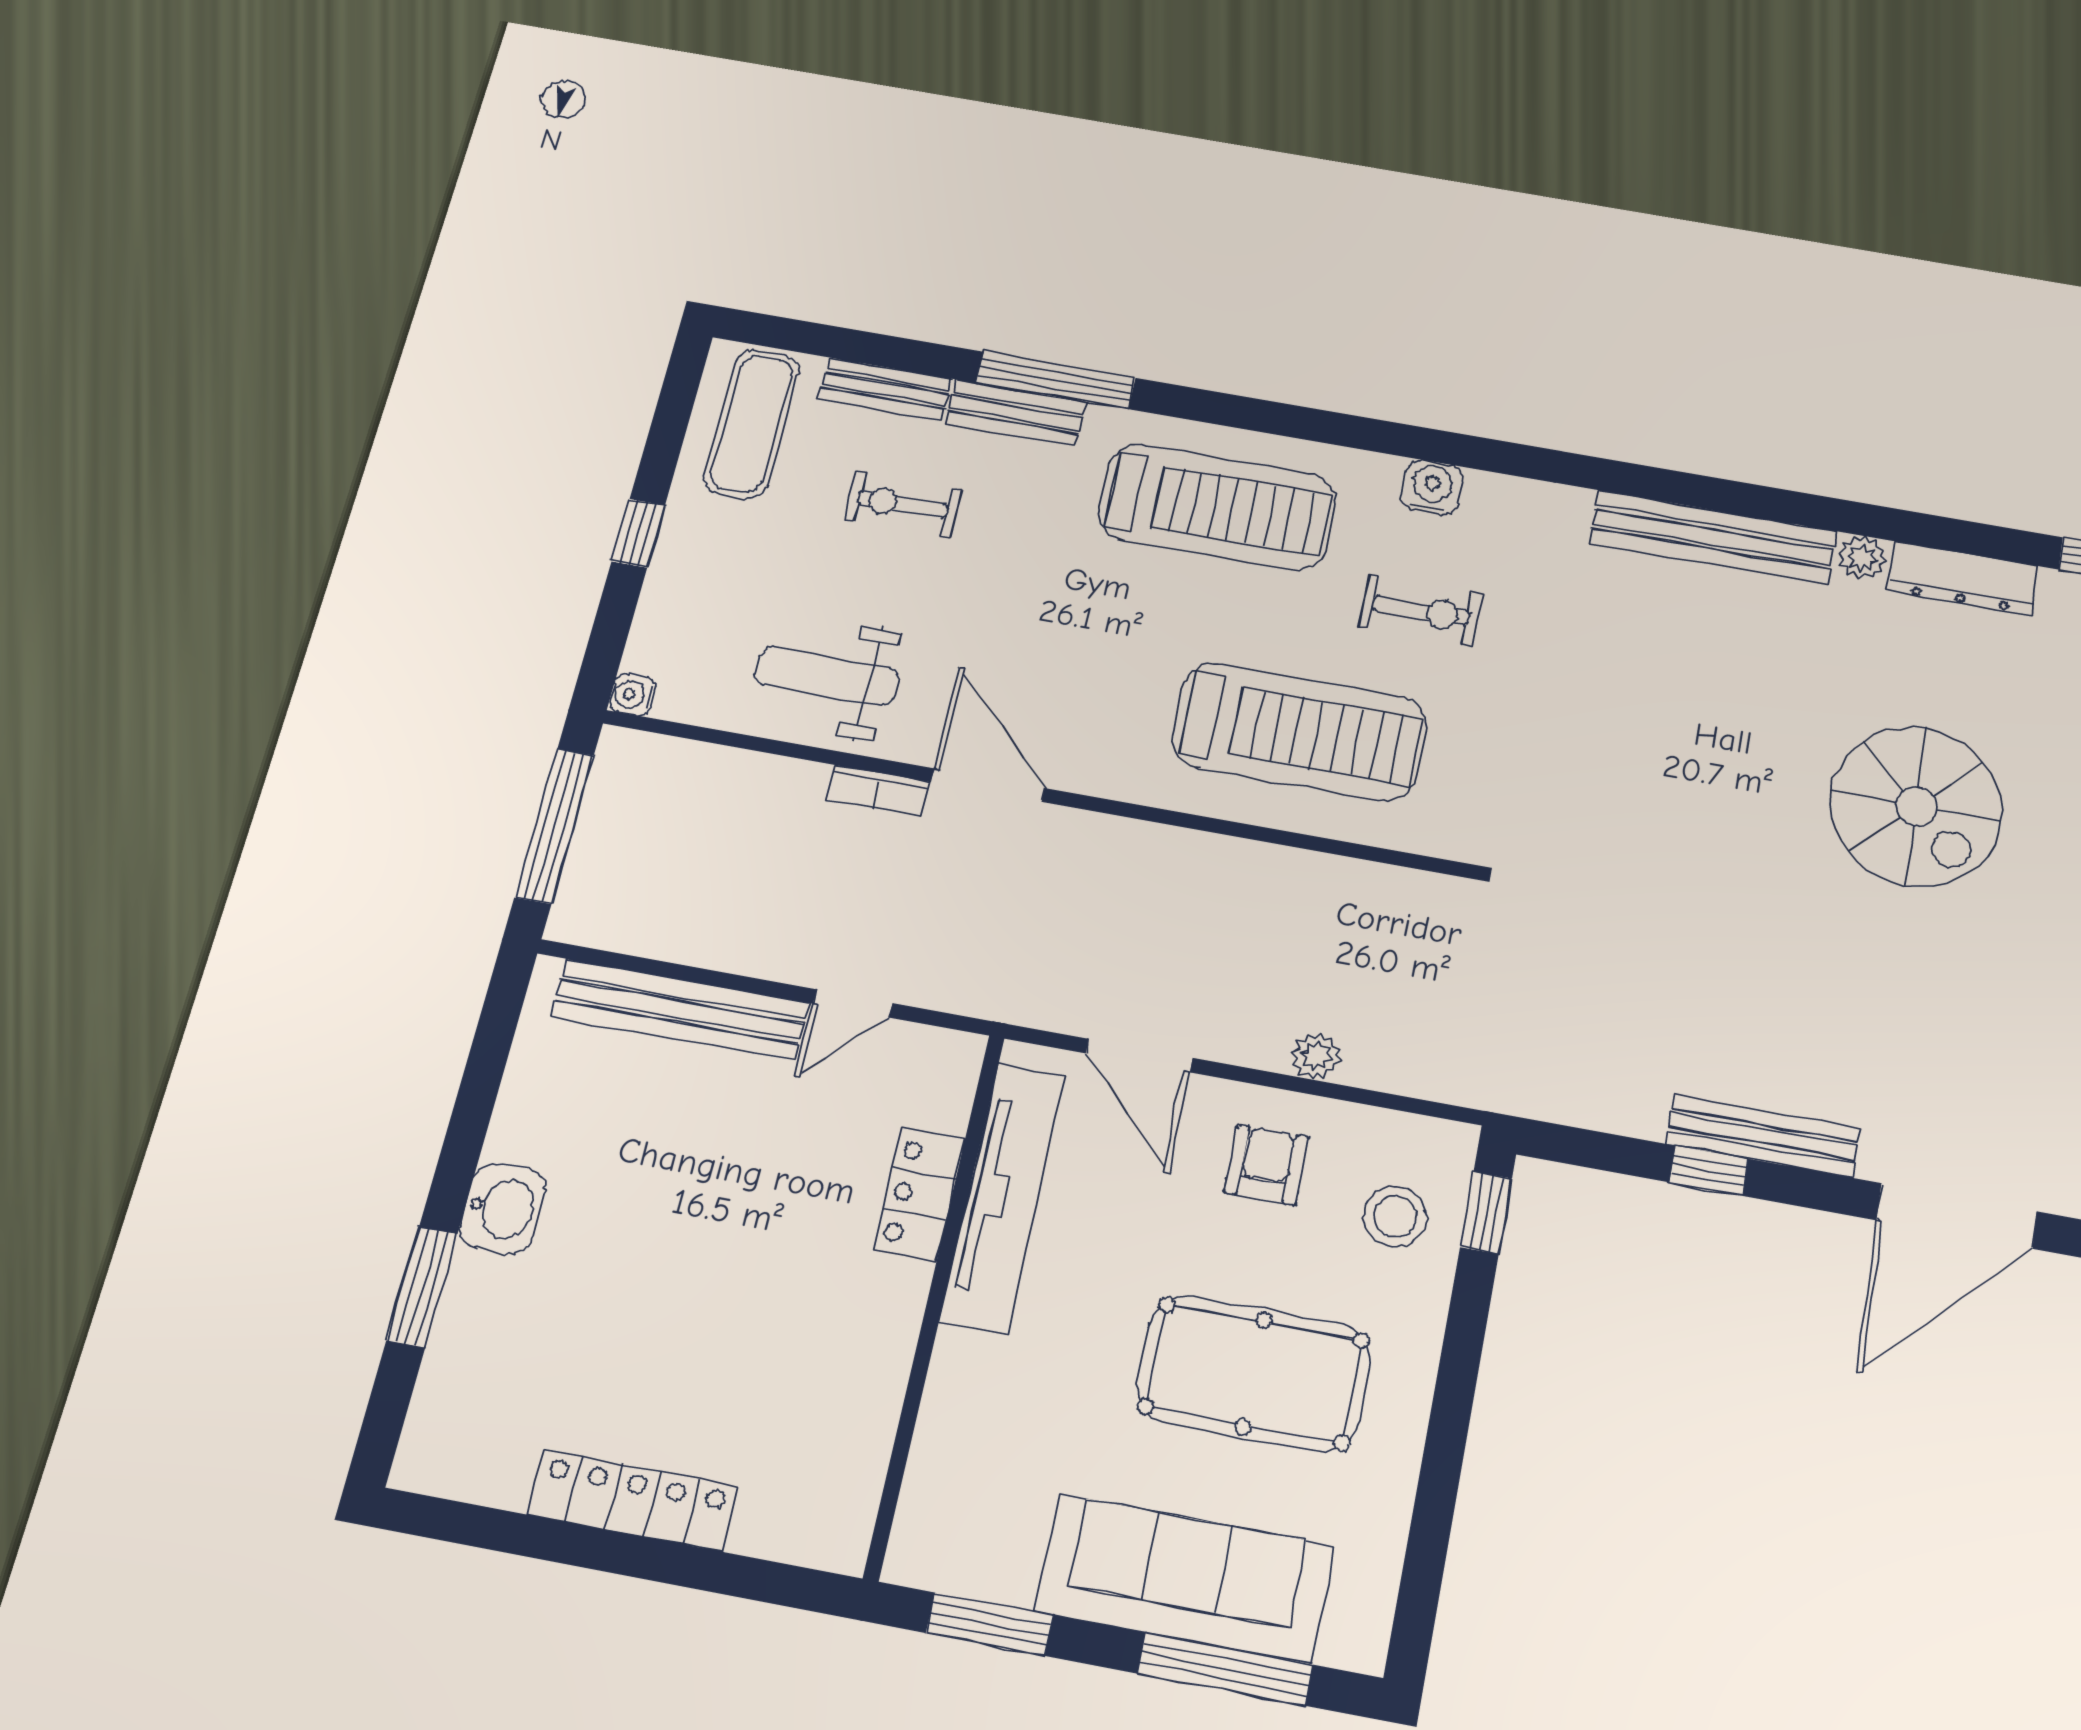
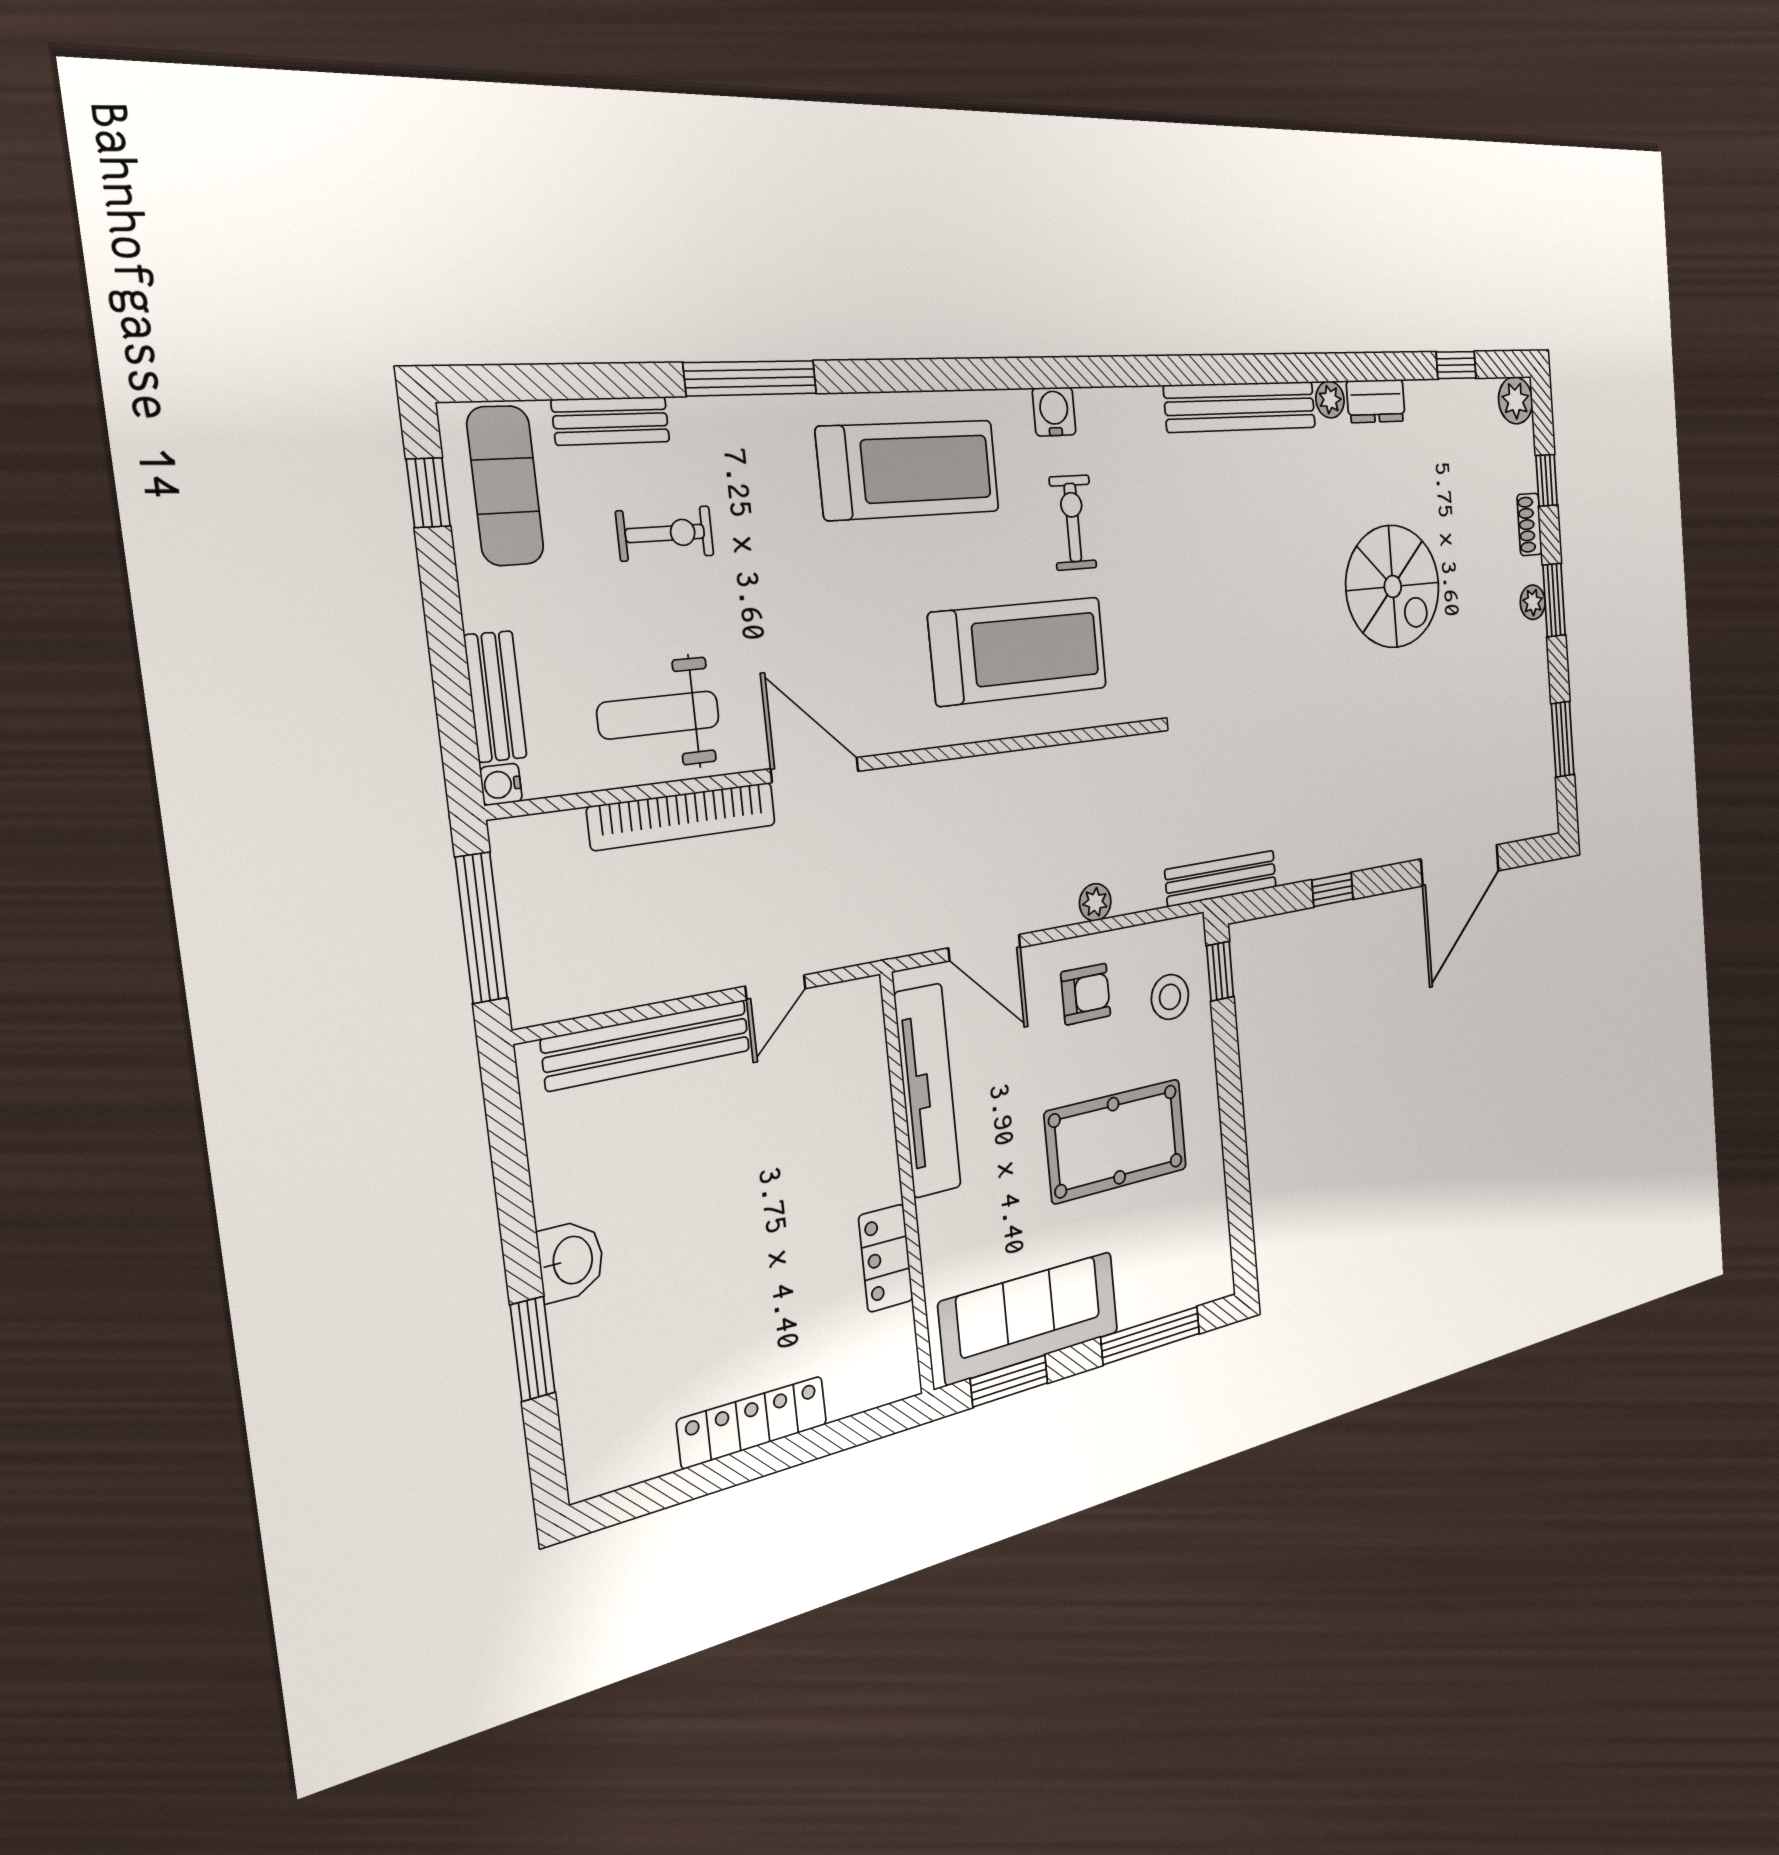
bench: (1016, 413) -> (495, 697), moved, turned 90
exercise bike: (903, 505) -> (665, 533), turned 180
window: (638, 533) -> (428, 493), moved
dresser: (1963, 579) -> (1376, 401), width x0.70
exercise bike: (1421, 611) -> (1073, 523), turned -90
bookcase: (878, 791) -> (683, 816), width x2.31, depth x1.31
bench: (1763, 1136) -> (1221, 878), moved
armchair: (1266, 1165) -> (1086, 994), turned 90
locker: (919, 1194) -> (886, 1258), moved
sofa: (1184, 1578) -> (1030, 1318), moved

